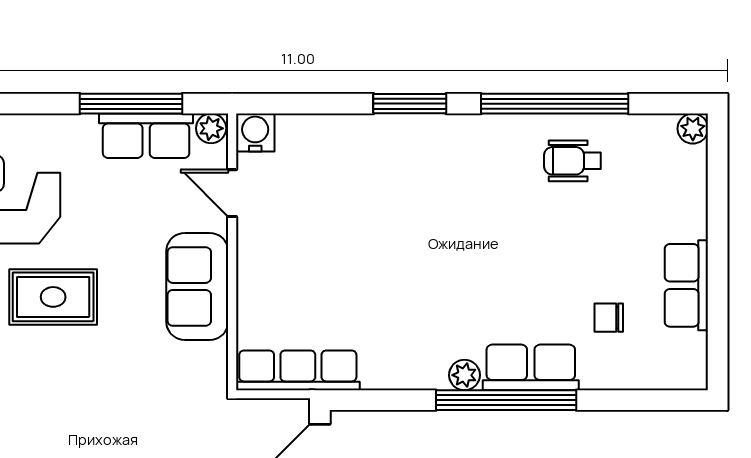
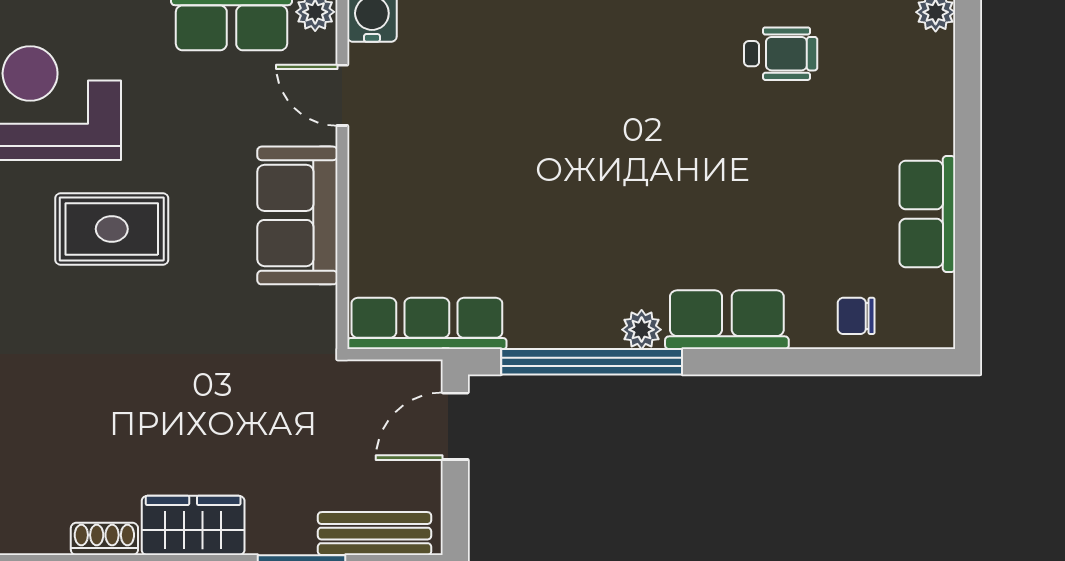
wheelchair: (573, 161) -> (781, 54), turned 180
chair: (609, 318) -> (856, 316), moved
window: (506, 400) -> (592, 362), moved

